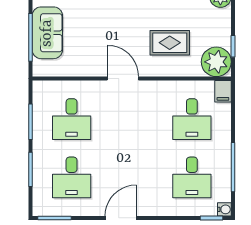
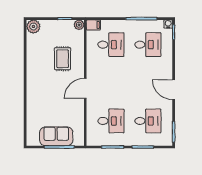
plant: (216, 62) -> (79, 25), width x0.53, depth x0.53

